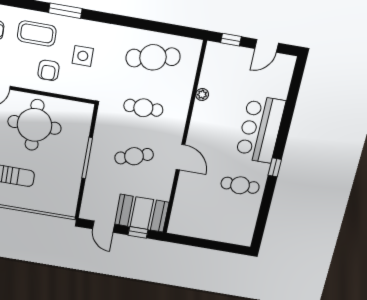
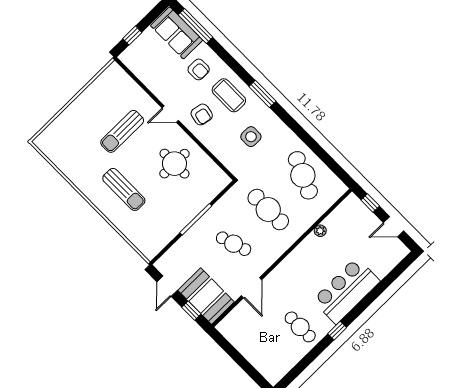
cafe table: (153, 57) -> (303, 175), turned 36
armchair: (48, 70) -> (202, 114), moved, turned -79
cafe table: (143, 108) -> (268, 210), width x1.37, depth x1.35
round table: (34, 125) -> (174, 164), width x0.73, depth x0.73
door: (181, 157) -> (252, 288), moved

